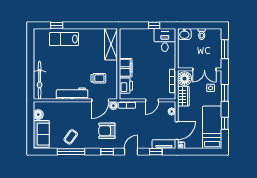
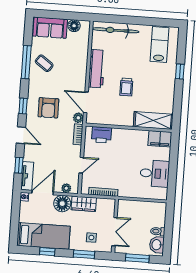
window: (57, 25) -> (180, 71), moved
window: (154, 25) -> (172, 174), removed
washbasin: (184, 34) -> (157, 245), moved
lab bench: (64, 39) -> (160, 45), moved
desk: (165, 40) -> (155, 173), moved
filing cabinet: (126, 68) -> (160, 139), moved
double door: (204, 69) -> (114, 232), swing flipped
trolley: (98, 78) -> (126, 87), moved
floor lamp: (184, 79) -> (62, 204), moved
door: (152, 100) -> (81, 165), swing flipped
armchair: (107, 131) -> (48, 108), turned 180
door: (177, 131) -> (43, 193), swing flipped

